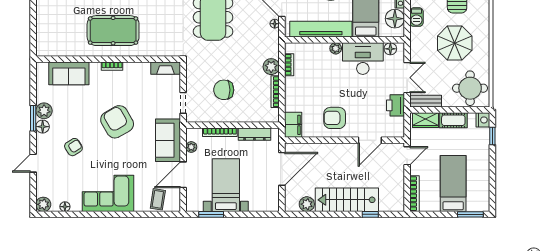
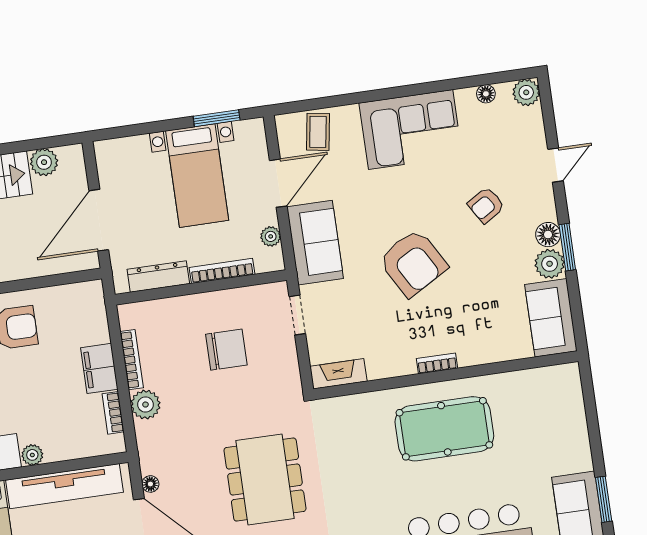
sofa: (69, 73) -> (551, 318), moved, turned -90
filing cabinet: (293, 125) -> (99, 368), moved

